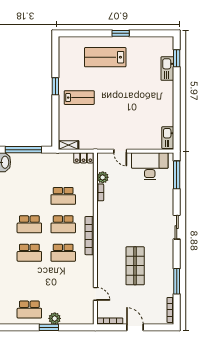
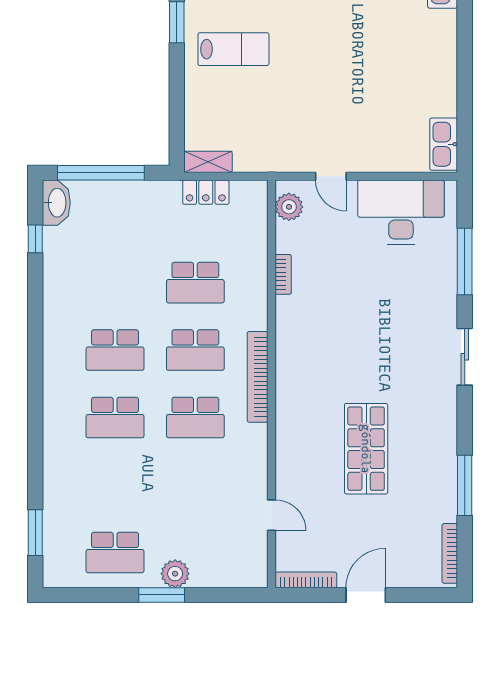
locker: (84, 158) -> (206, 192), moved
window: (177, 175) -> (465, 262), moved
plant: (103, 177) -> (289, 207), moved
door: (135, 327) -> (366, 595), hinge flipped

